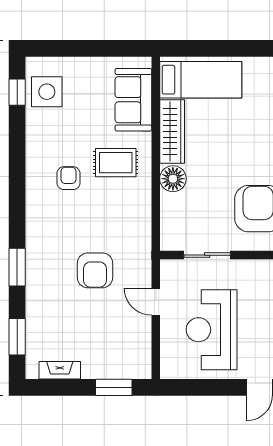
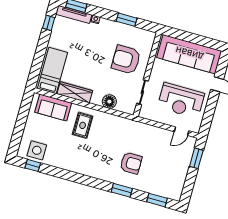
armchair: (68, 178) -> (84, 152), removed
floor lamp: (173, 179) -> (109, 102), moved
armchair: (95, 270) -> (131, 163), moved
door: (156, 302) -> (182, 131), moved
fireplace: (60, 370) -> (180, 183), removed

